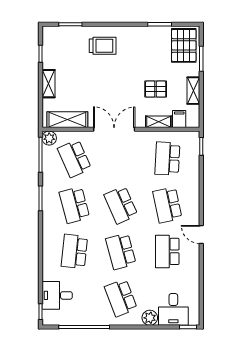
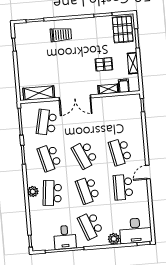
shelving: (48, 84) -> (22, 67), removed
double door: (114, 129) -> (75, 98), swing flipped
plant: (49, 138) -> (33, 192), moved
school desk: (74, 159) -> (46, 122), turned 36
school desk: (167, 159) -> (117, 116), removed
door: (201, 234) -> (148, 172), hinge flipped
desk: (57, 295) -> (65, 237), moved, turned -90
desk: (173, 309) -> (135, 231), width x1.37

